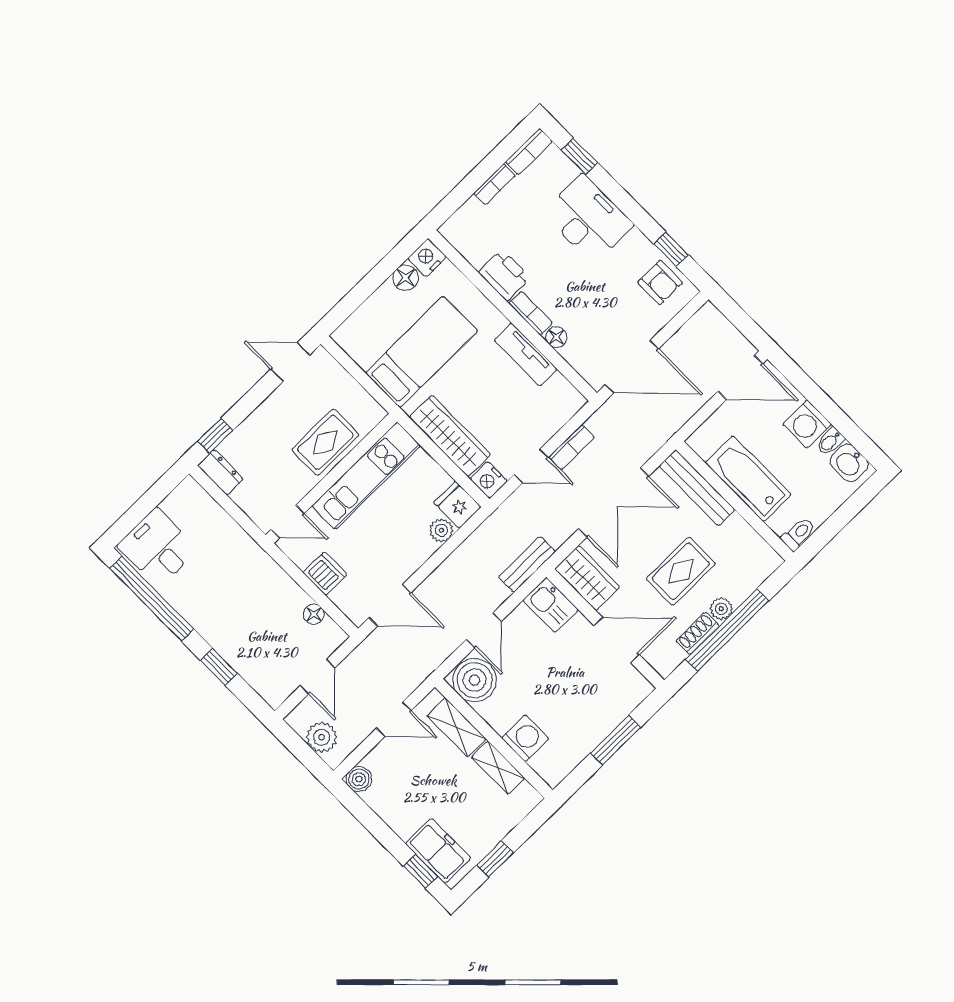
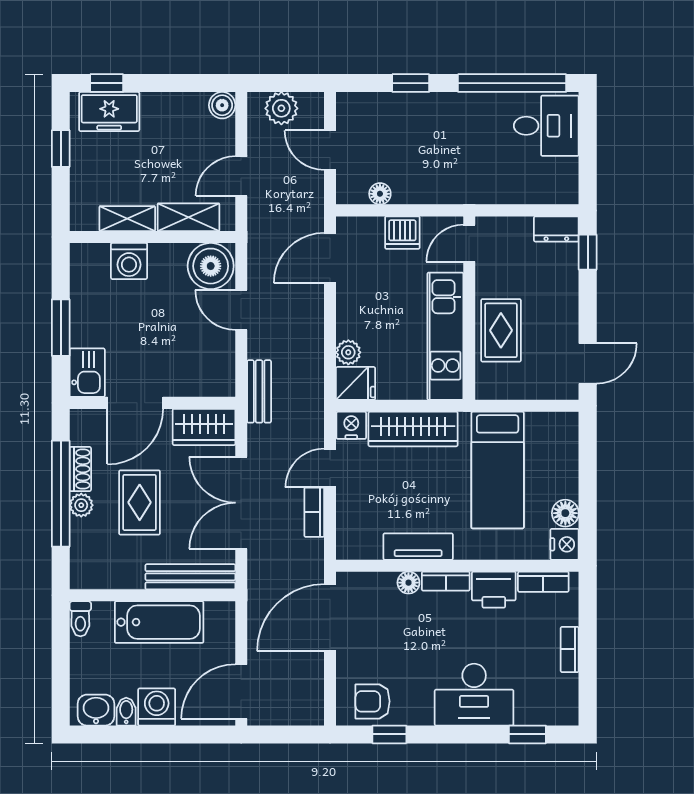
bookcase: (529, 152) -> (543, 582), moved, turned -90
kitchen sink: (551, 605) -> (87, 373), moved, turned 90

